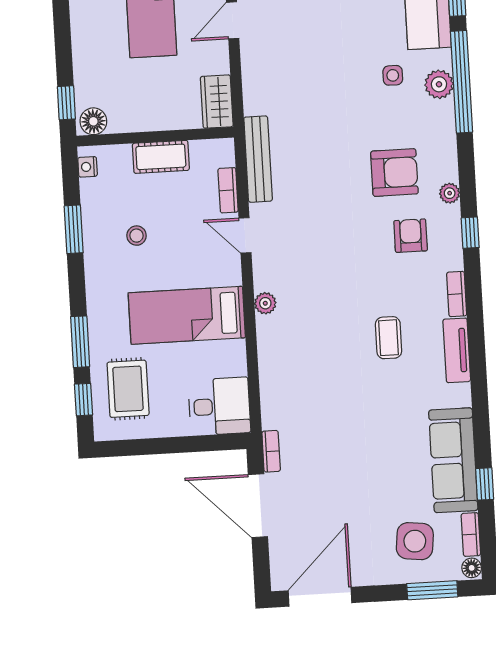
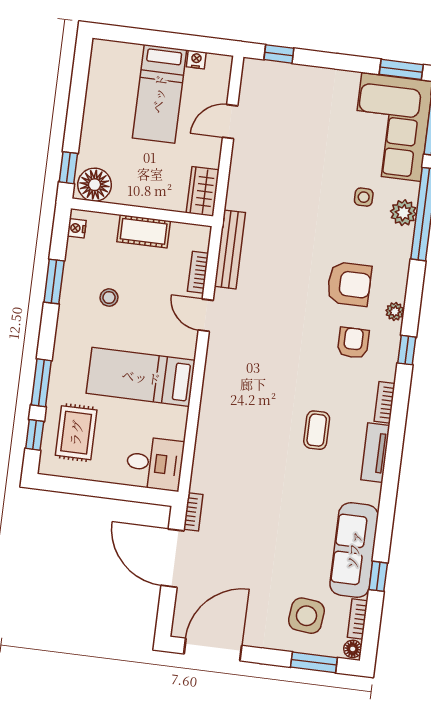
floor lamp: (93, 121) -> (95, 185), width x1.38, depth x1.38
plant: (265, 303) -> (213, 379), removed

